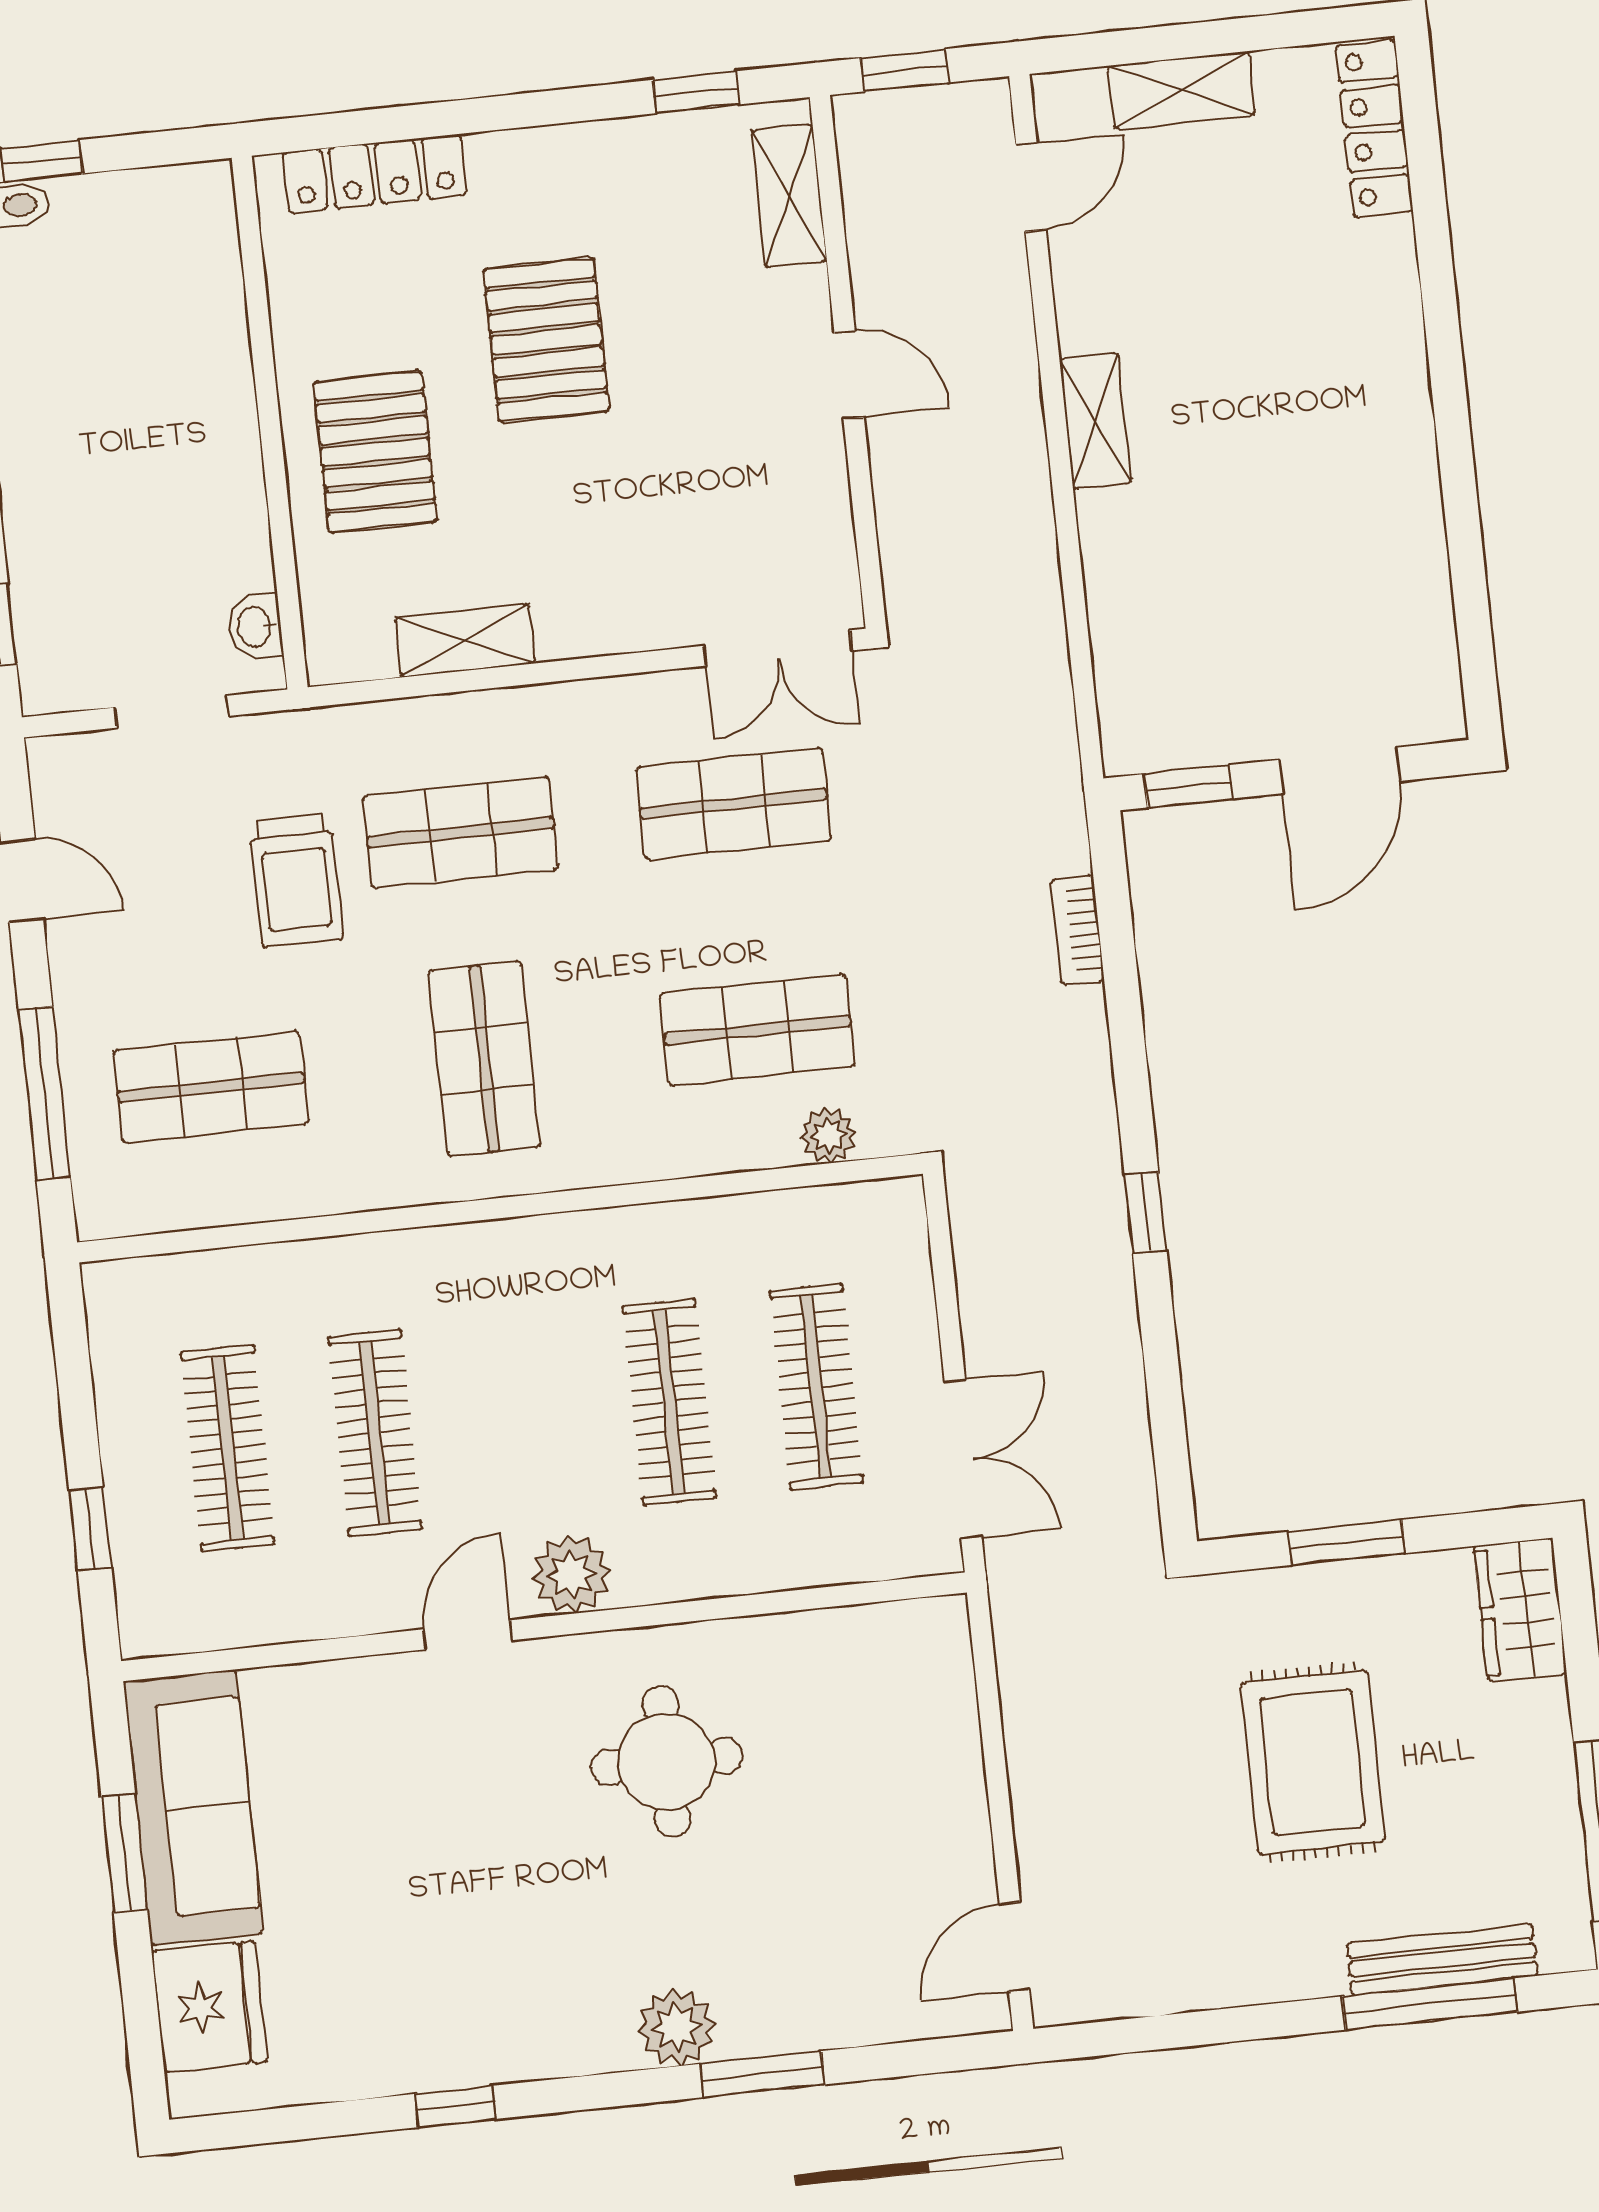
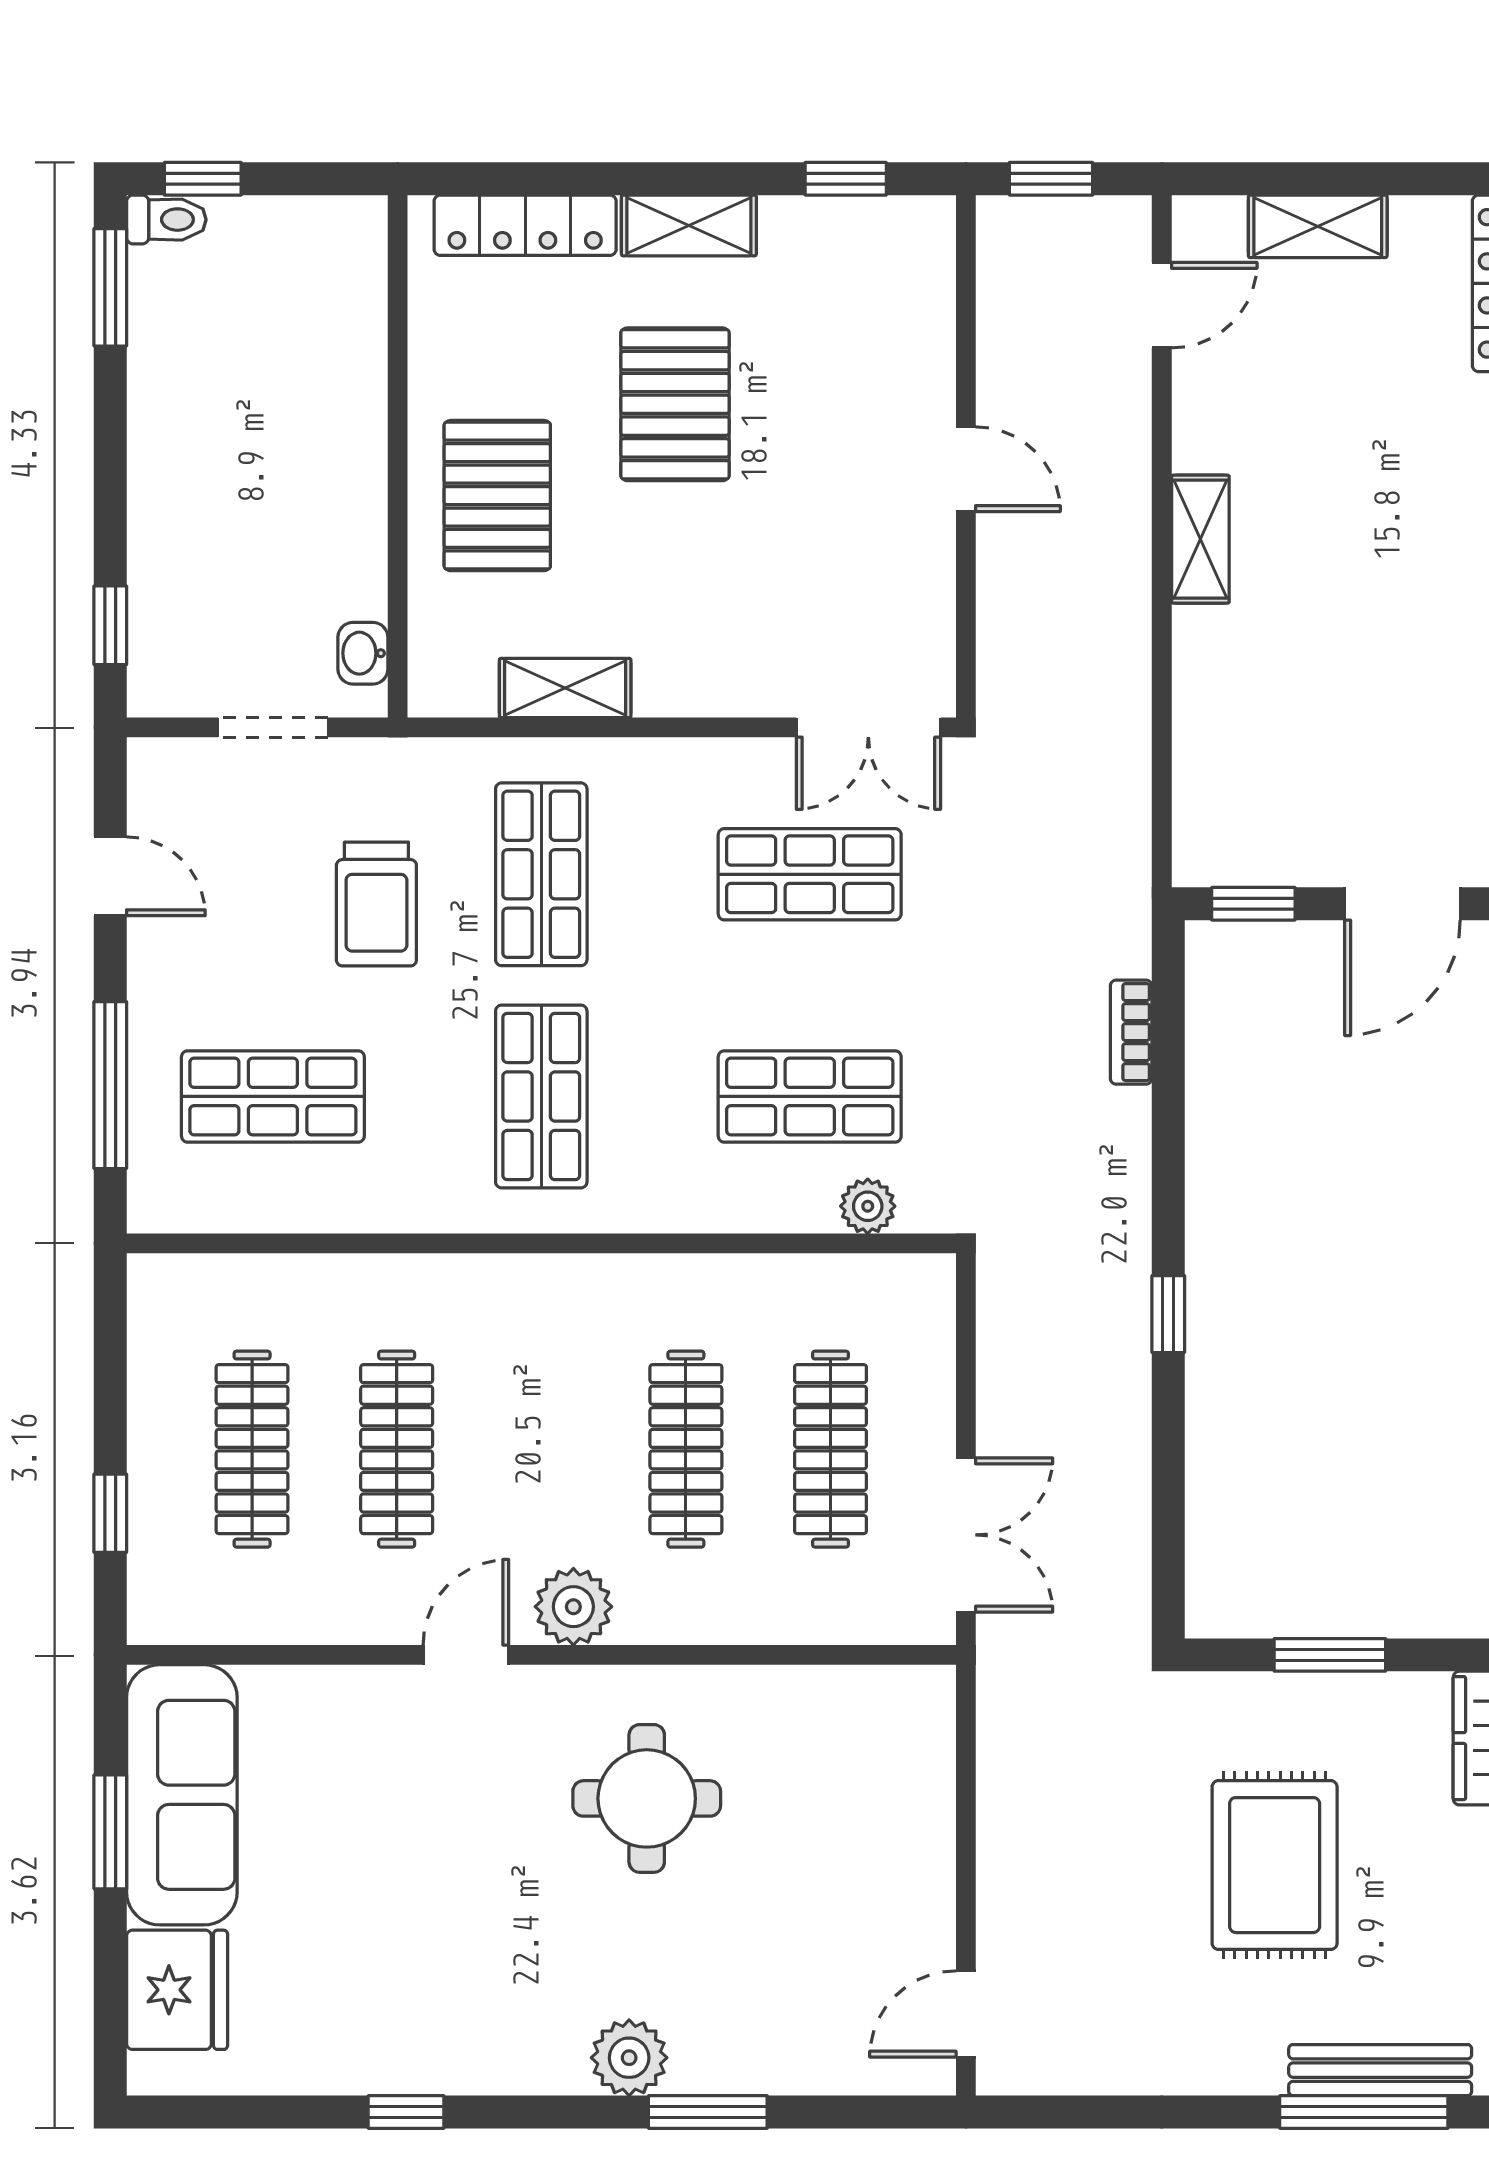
shelving: (789, 196) -> (689, 225), moved, turned 90
shop shelf: (461, 832) -> (541, 874), turned 90

